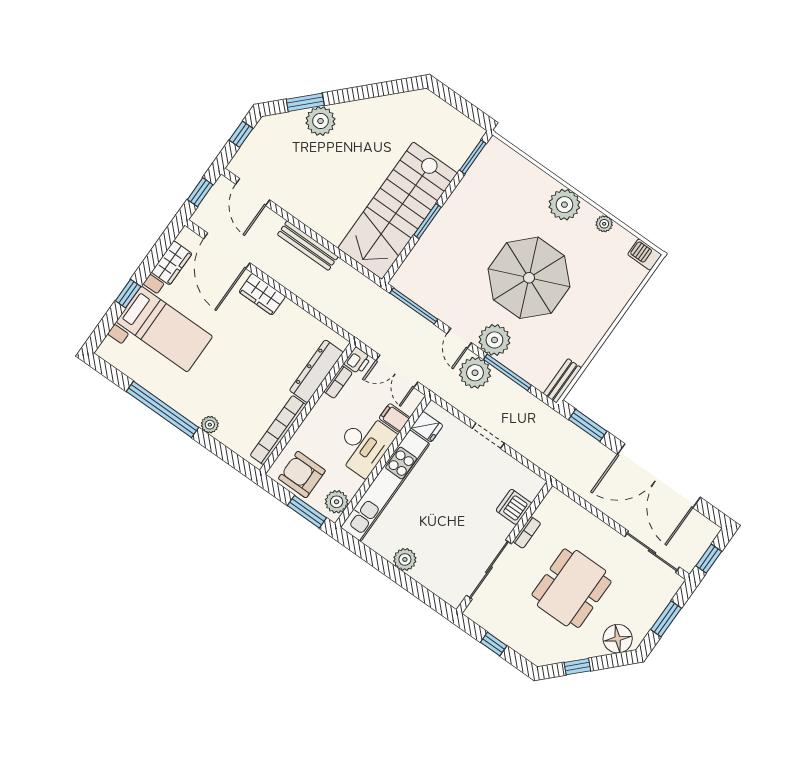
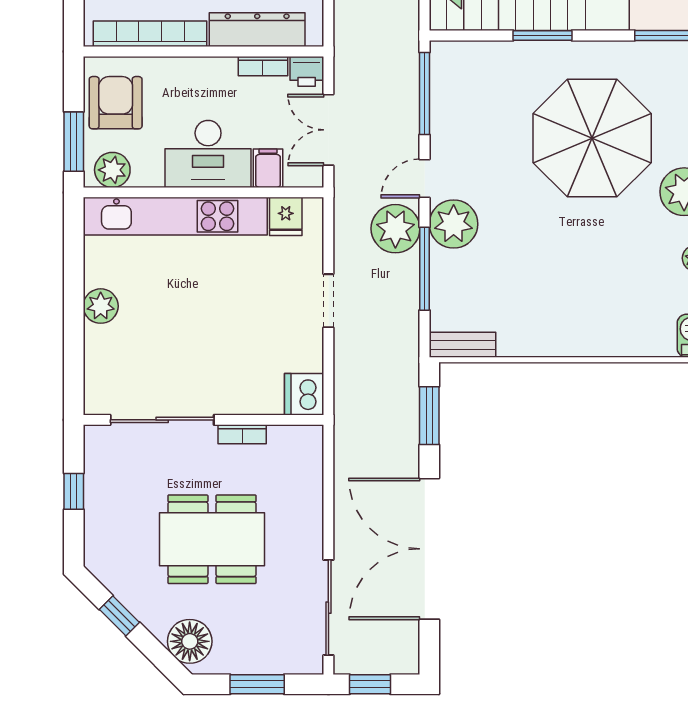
parasol: (529, 278) -> (592, 138), moved
dishwasher: (514, 507) -> (304, 394), moved, turned -90

